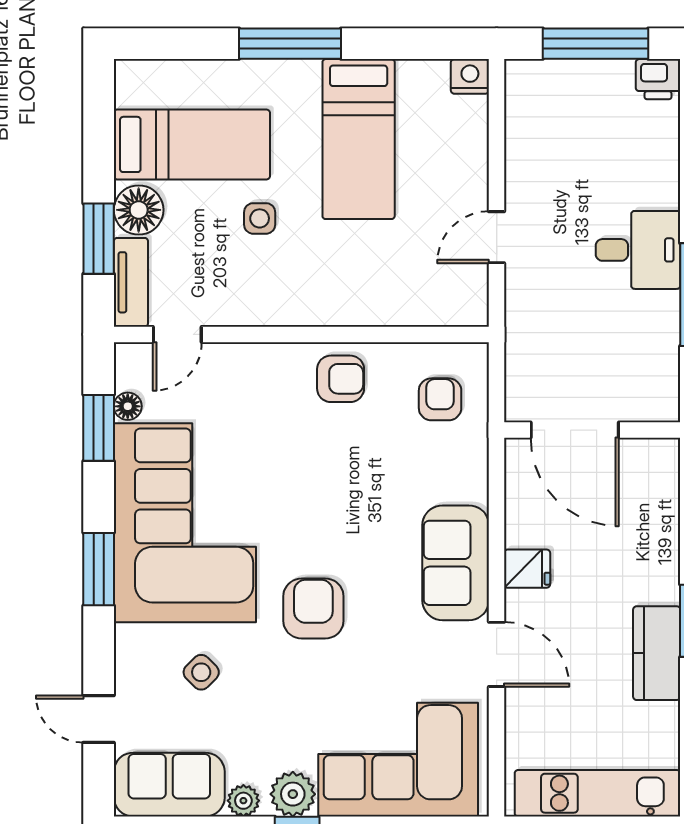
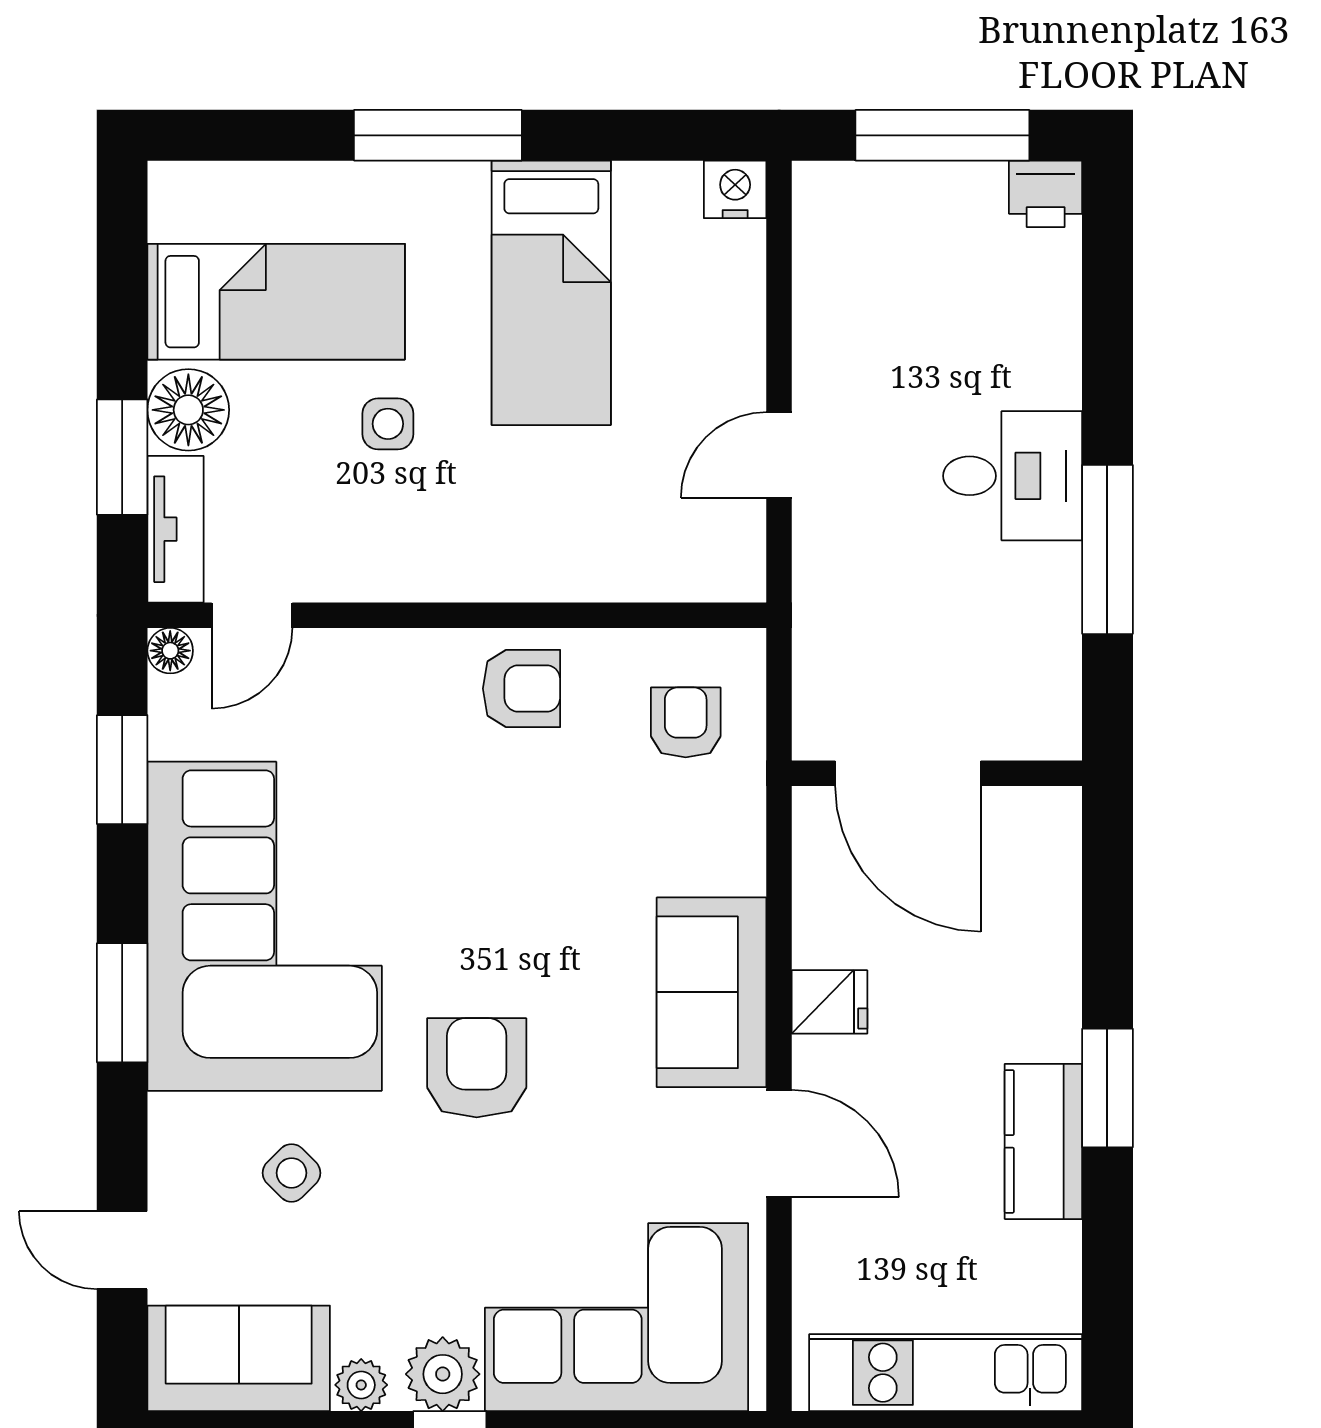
floor lamp: (128, 406) -> (170, 651), moved

